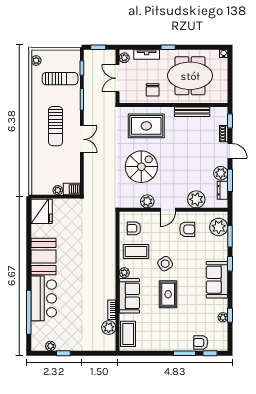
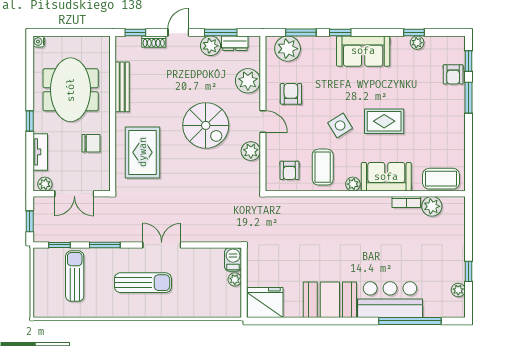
plant: (36, 60) -> (49, 311), removed
spiral stairs: (141, 167) -> (206, 125), moved, turned 180

